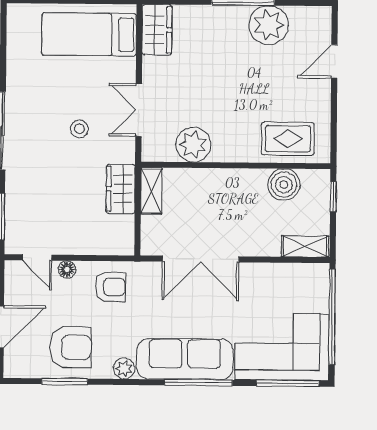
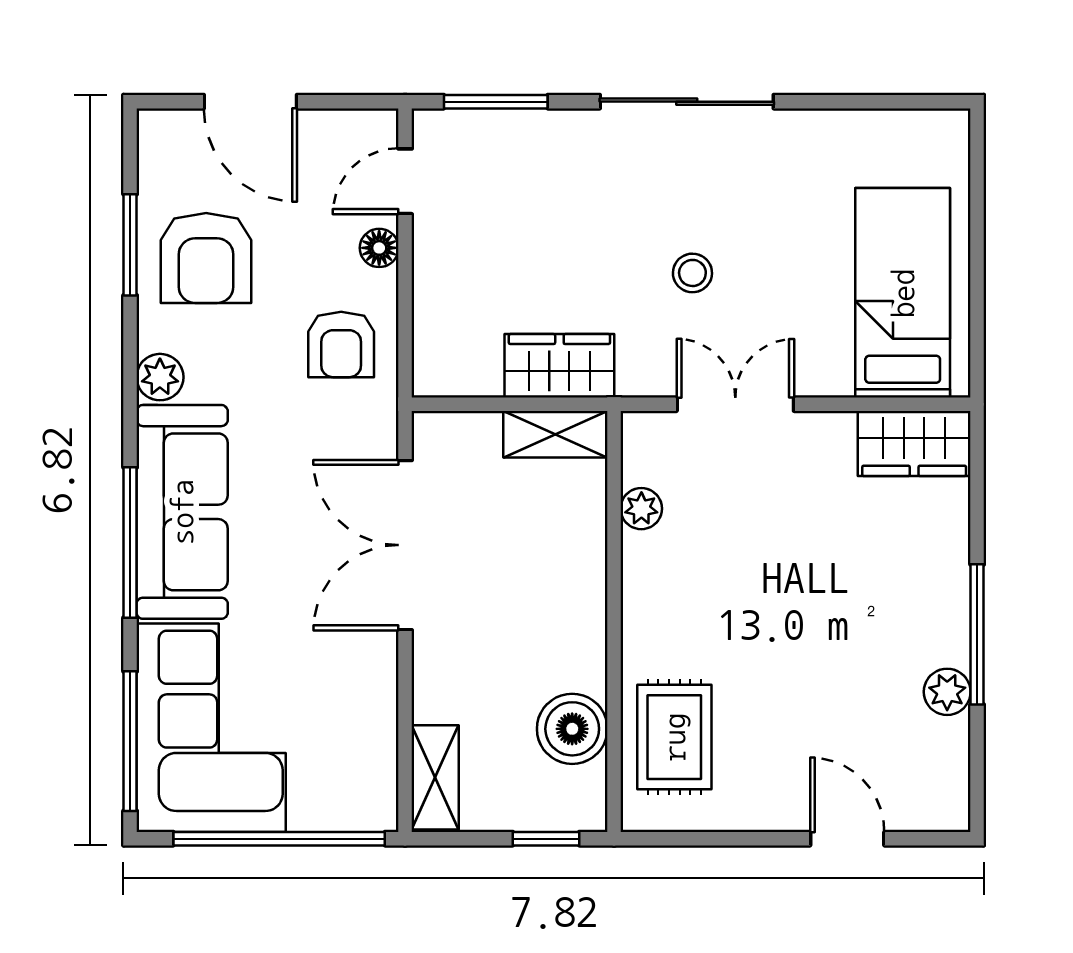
plant: (269, 25) -> (947, 692), width x0.53, depth x0.53
plant: (193, 145) -> (641, 509), width x0.53, depth x0.53

